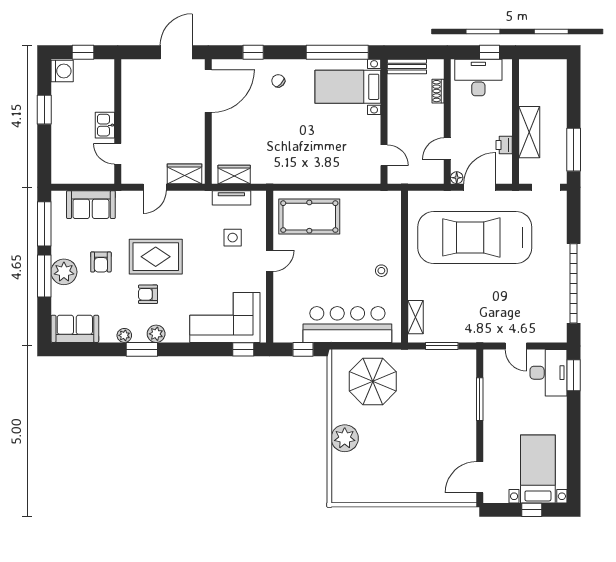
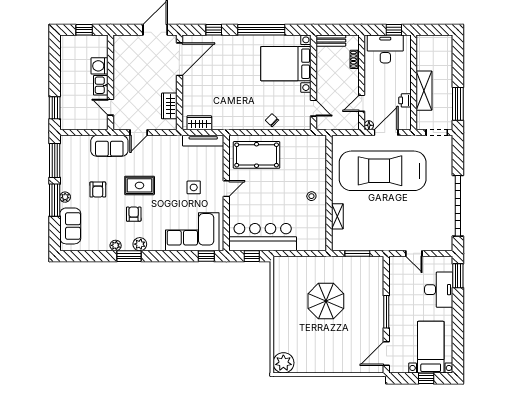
window: (337, 52) -> (261, 30), moved
washing machine: (62, 71) -> (100, 66), moved, turned 180
chair: (278, 81) -> (272, 120), moved
bed with nightstands: (348, 87) -> (286, 64), width x1.36
window: (44, 110) -> (55, 108), moved
wardrobe: (184, 174) -> (169, 106), moved, turned -90
tv unit: (231, 198) -> (203, 141), width x1.41
sofa: (91, 205) -> (109, 146), moved
side table: (233, 238) -> (194, 187), moved
rug: (156, 257) -> (140, 185), width x0.73, depth x0.70
plant: (64, 272) -> (65, 197), width x0.53, depth x0.53
armchair: (148, 294) -> (134, 214), turned 90
shelving: (415, 317) -> (337, 216), moved
bar counter: (347, 325) -> (263, 237), moved
sofa: (75, 329) -> (70, 226), moved, turned 90
desk: (548, 373) -> (439, 290), moved
parasol: (373, 381) -> (326, 301), moved
window: (480, 399) -> (386, 312), moved
plant: (345, 438) -> (283, 363), moved

